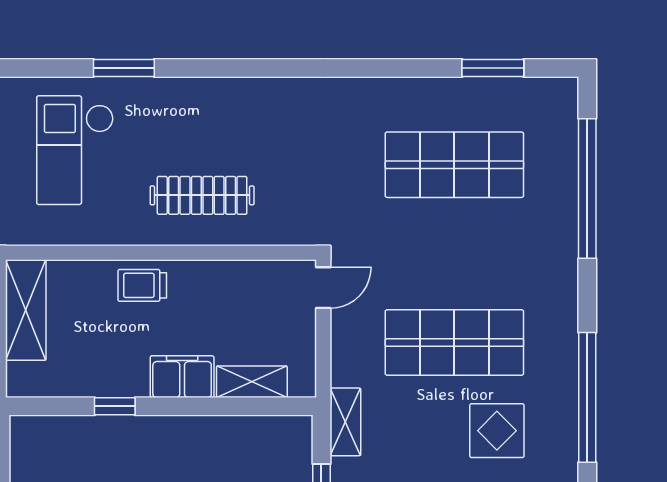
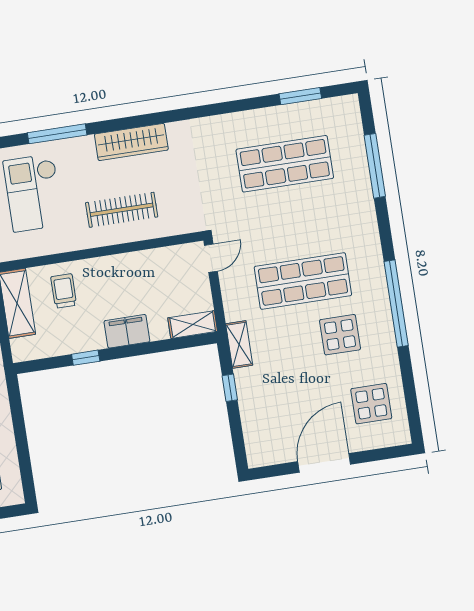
window: (124, 68) -> (57, 134), width x1.44
wardrobe: (232, 97) -> (131, 142), added
window: (587, 188) -> (375, 166), width x0.68
trolley: (142, 285) -> (64, 291), moved, turned 90
shelving: (252, 382) -> (193, 325), moved

